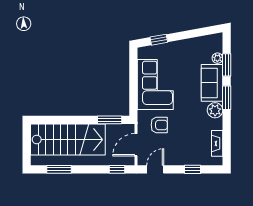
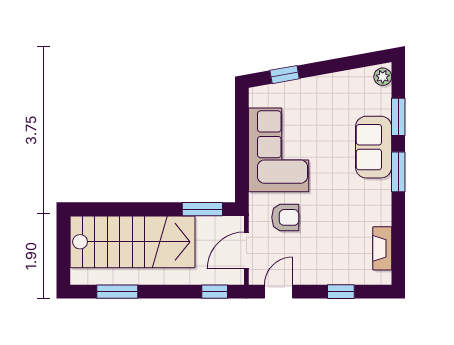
plant: (217, 58) -> (383, 77), moved
plant: (215, 110) -> (379, 193), removed

